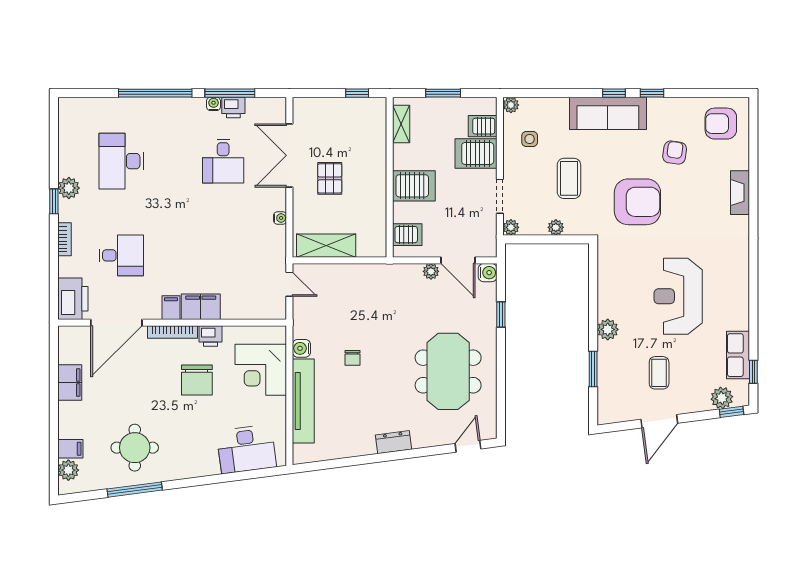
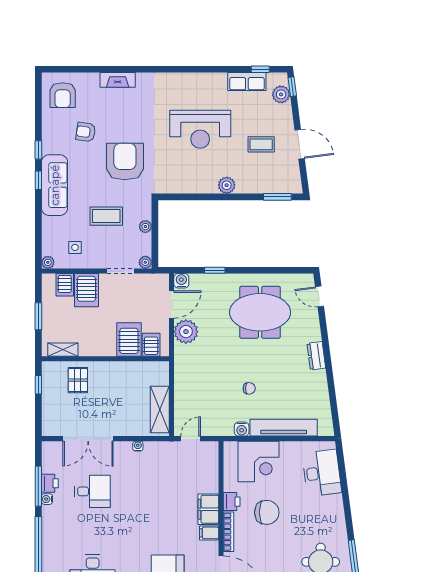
pallet: (330, 178) -> (78, 380), moved, turned 90
server rack: (414, 186) -> (129, 340), moved
plant: (431, 271) -> (186, 332), width x1.88, depth x1.88
window: (593, 369) -> (277, 197), moved

